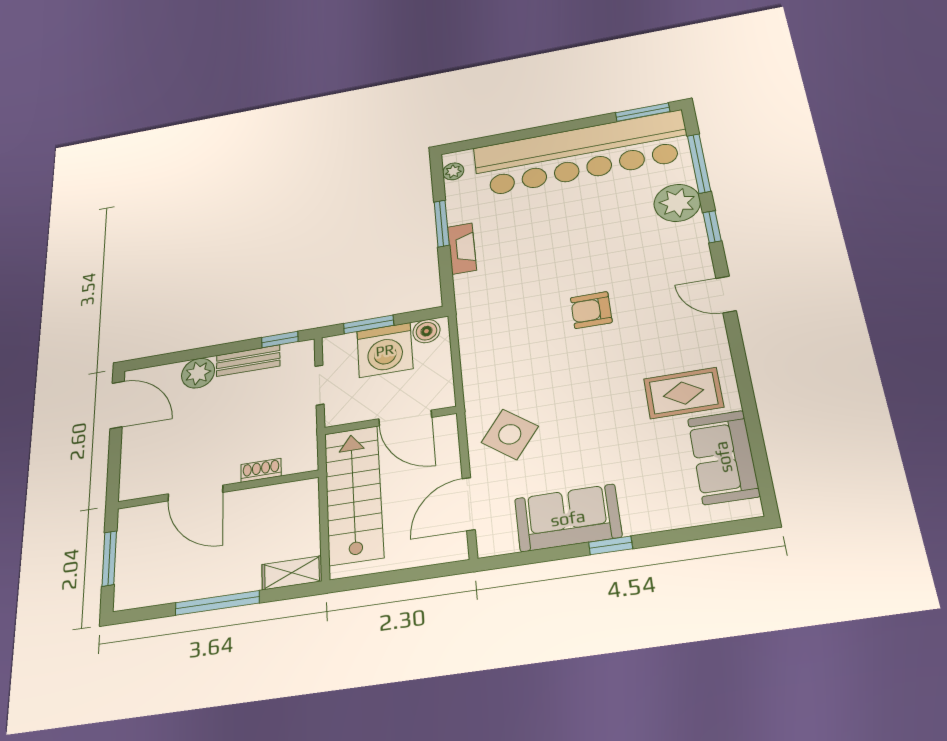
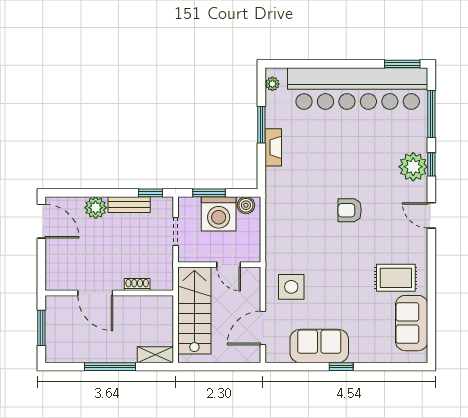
plant: (677, 203) -> (413, 167), moved
door: (405, 418) -> (229, 265), width x0.73
side table: (510, 434) -> (291, 287), turned -37

